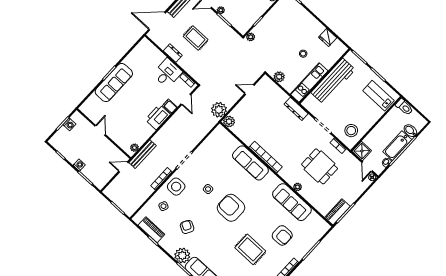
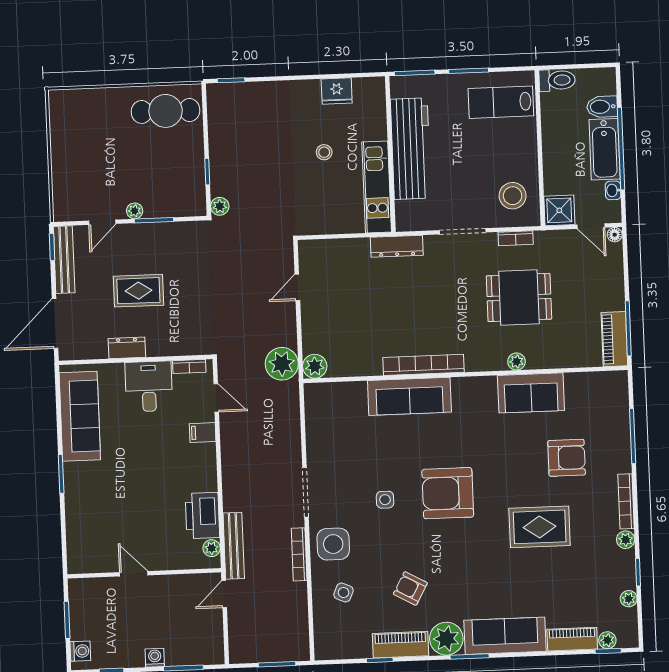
plant: (279, 77) -> (323, 223), removed
sofa: (114, 83) -> (80, 416), moved
printer: (158, 117) -> (202, 515), moved
washing machine: (69, 124) -> (80, 651), moved
sofa: (292, 202) -> (531, 393), width x0.73
piano: (151, 230) -> (401, 645), moved

